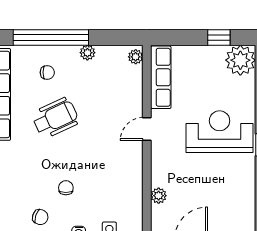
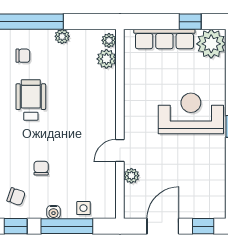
plant: (133, 76) -> (106, 59), added
row of seats: (161, 77) -> (164, 39), moved, turned 90
wheelchair: (55, 118) -> (31, 100), turned -65
door: (147, 129) -> (120, 150), moved

